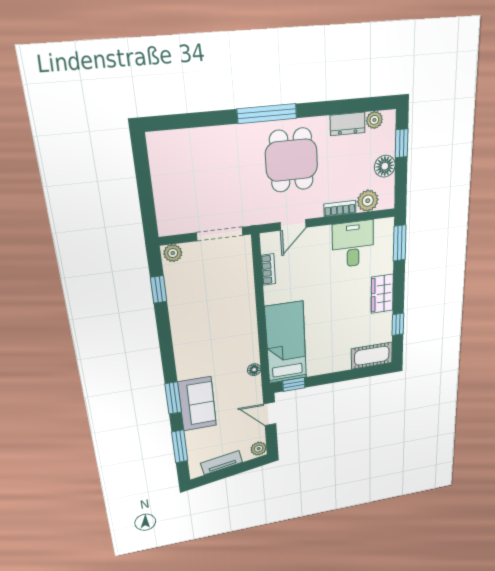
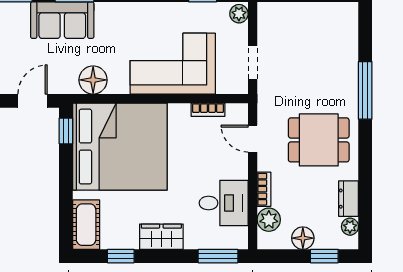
window: (267, 114) -> (365, 90), moved
doorway: (220, 234) -> (253, 63), width x0.73
corner sofa: (228, 307) -> (173, 64), added
bed: (286, 343) -> (120, 147), width x2.04
floor lamp: (254, 370) -> (93, 80), width x1.89, depth x1.89

